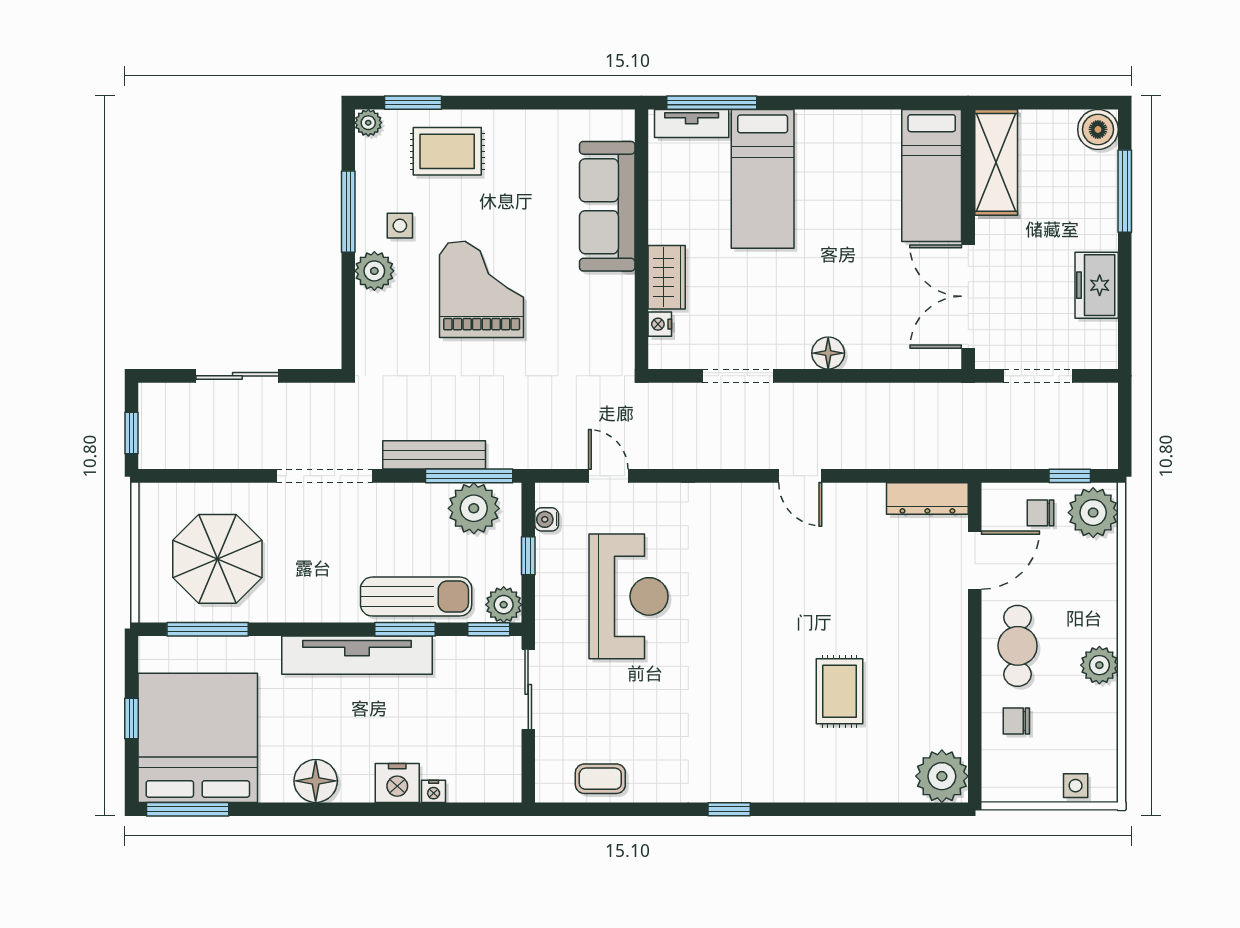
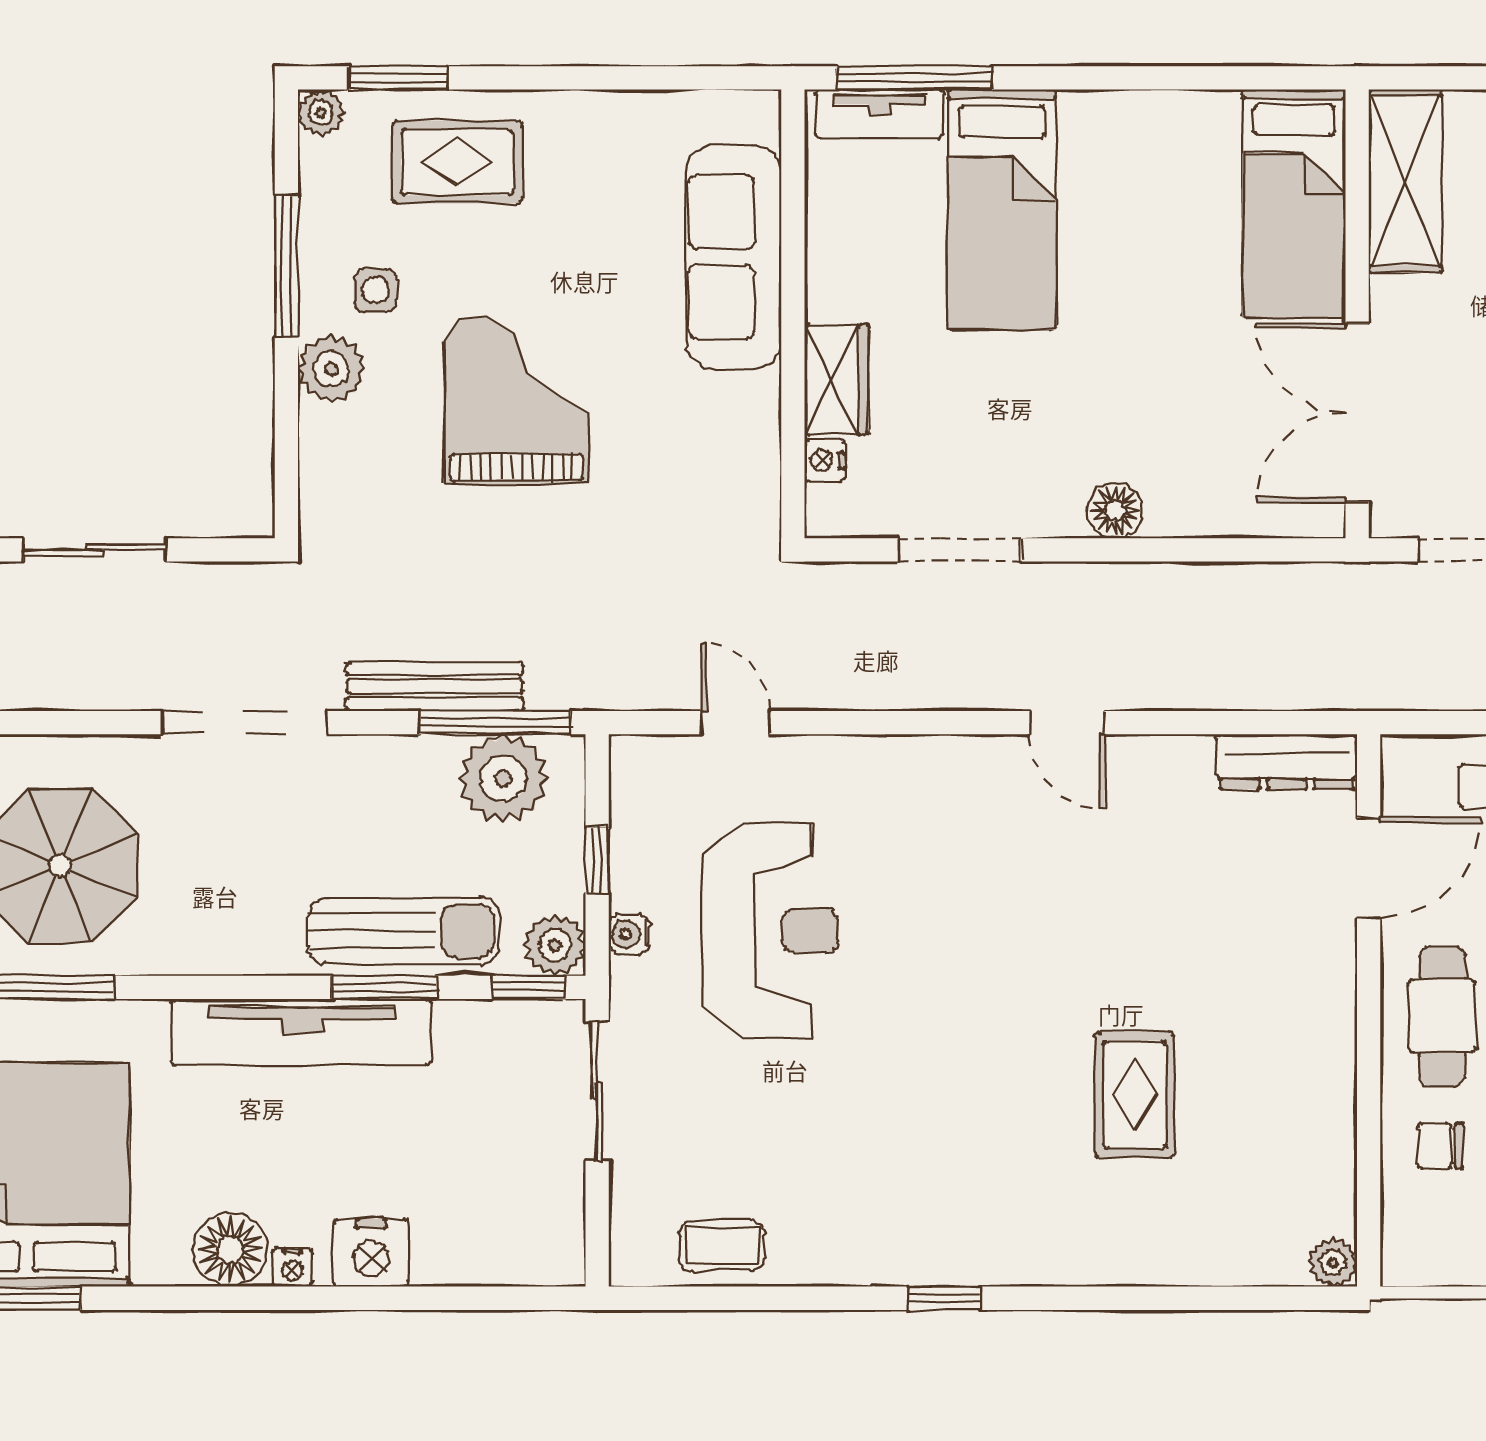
water cooler: (547, 519) -> (629, 934), moved
plant: (942, 776) -> (1333, 1263), width x0.53, depth x0.53
nightstand: (434, 791) -> (292, 1267), moved

